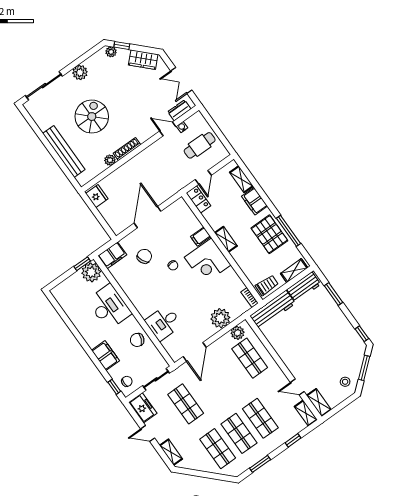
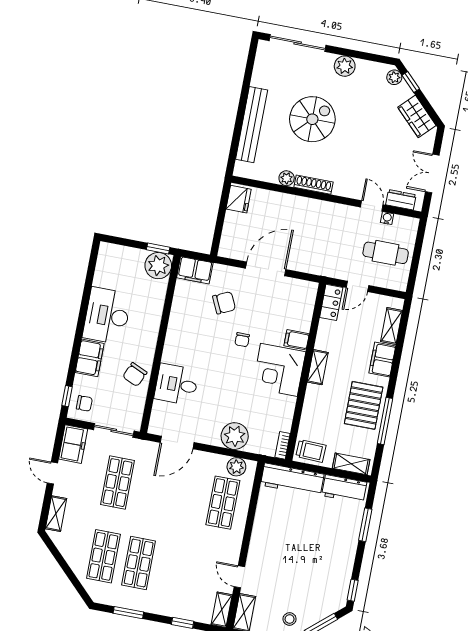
desk: (109, 307) -> (107, 316), moved, turned 180
chair: (137, 340) -> (135, 374), turned -89
shop shelf: (260, 418) -> (174, 570), removed

